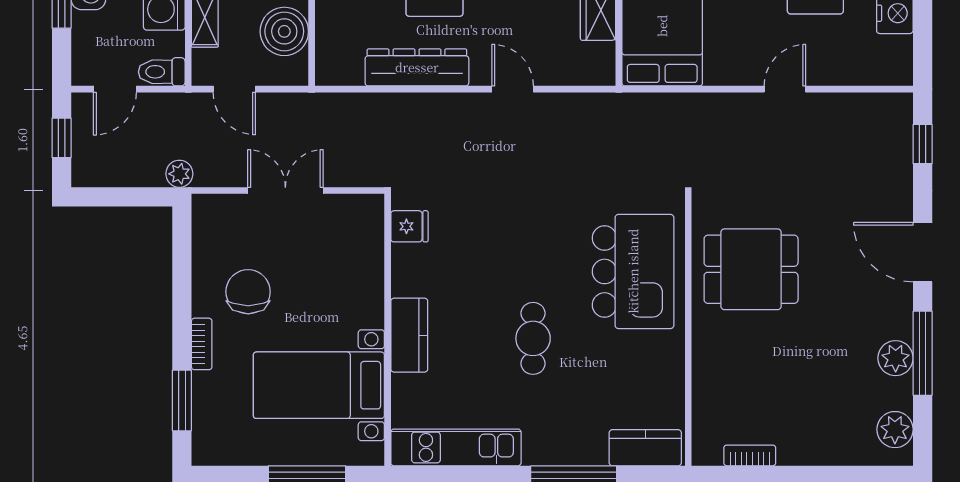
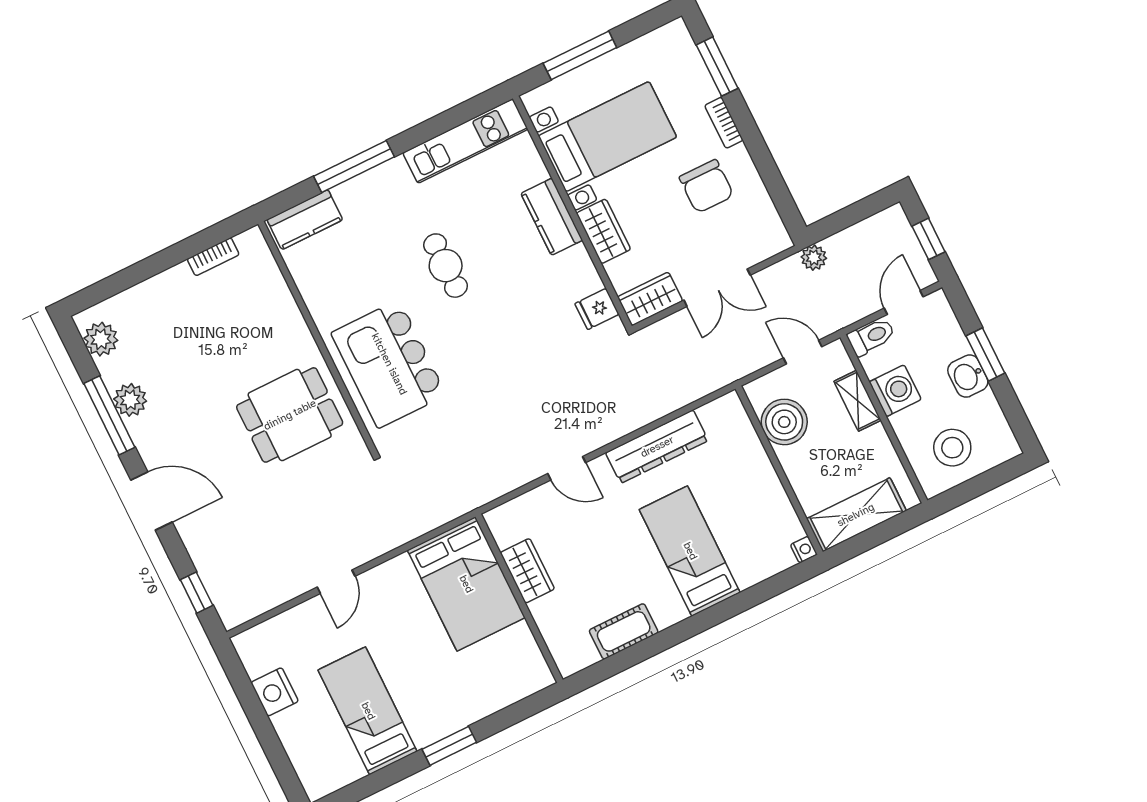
wardrobe: (354, 211) -> (650, 299), added
wardrobe: (367, 297) -> (603, 231), added

